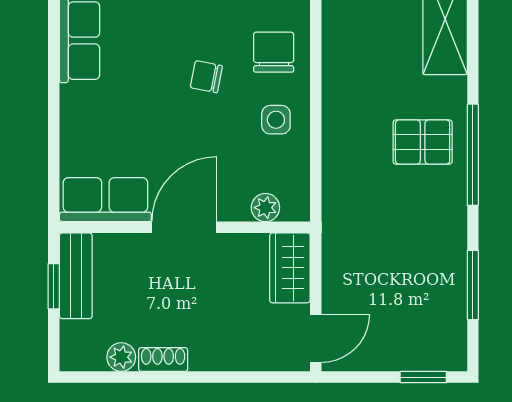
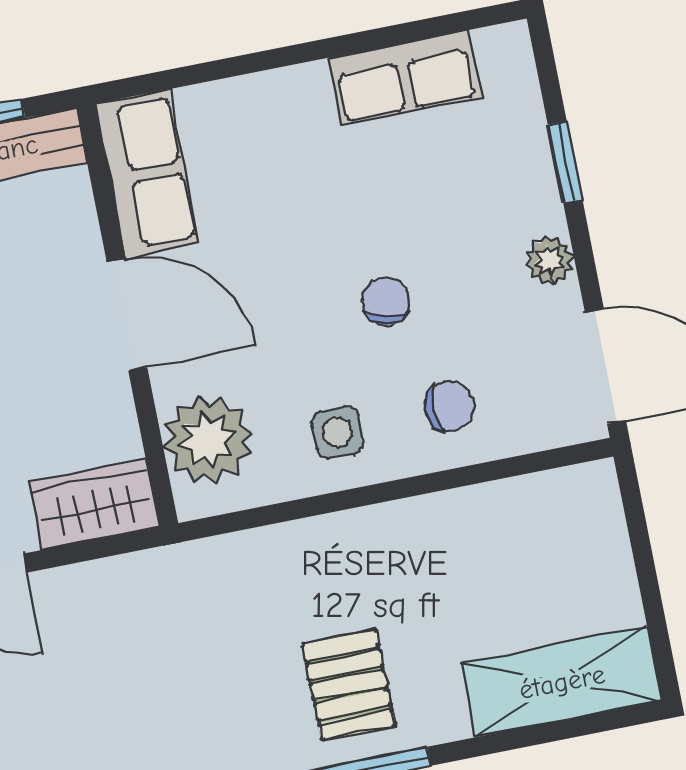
chair: (274, 52) -> (450, 406), width x0.73, depth x0.73
plant: (265, 208) -> (208, 440), width x1.88, depth x1.88

